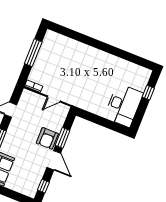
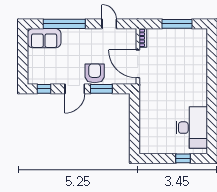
door: (54, 99) -> (138, 64), width x1.88
desk: (124, 105) -> (192, 128), moved, turned -90
armchair: (47, 138) -> (95, 73), turned 90

